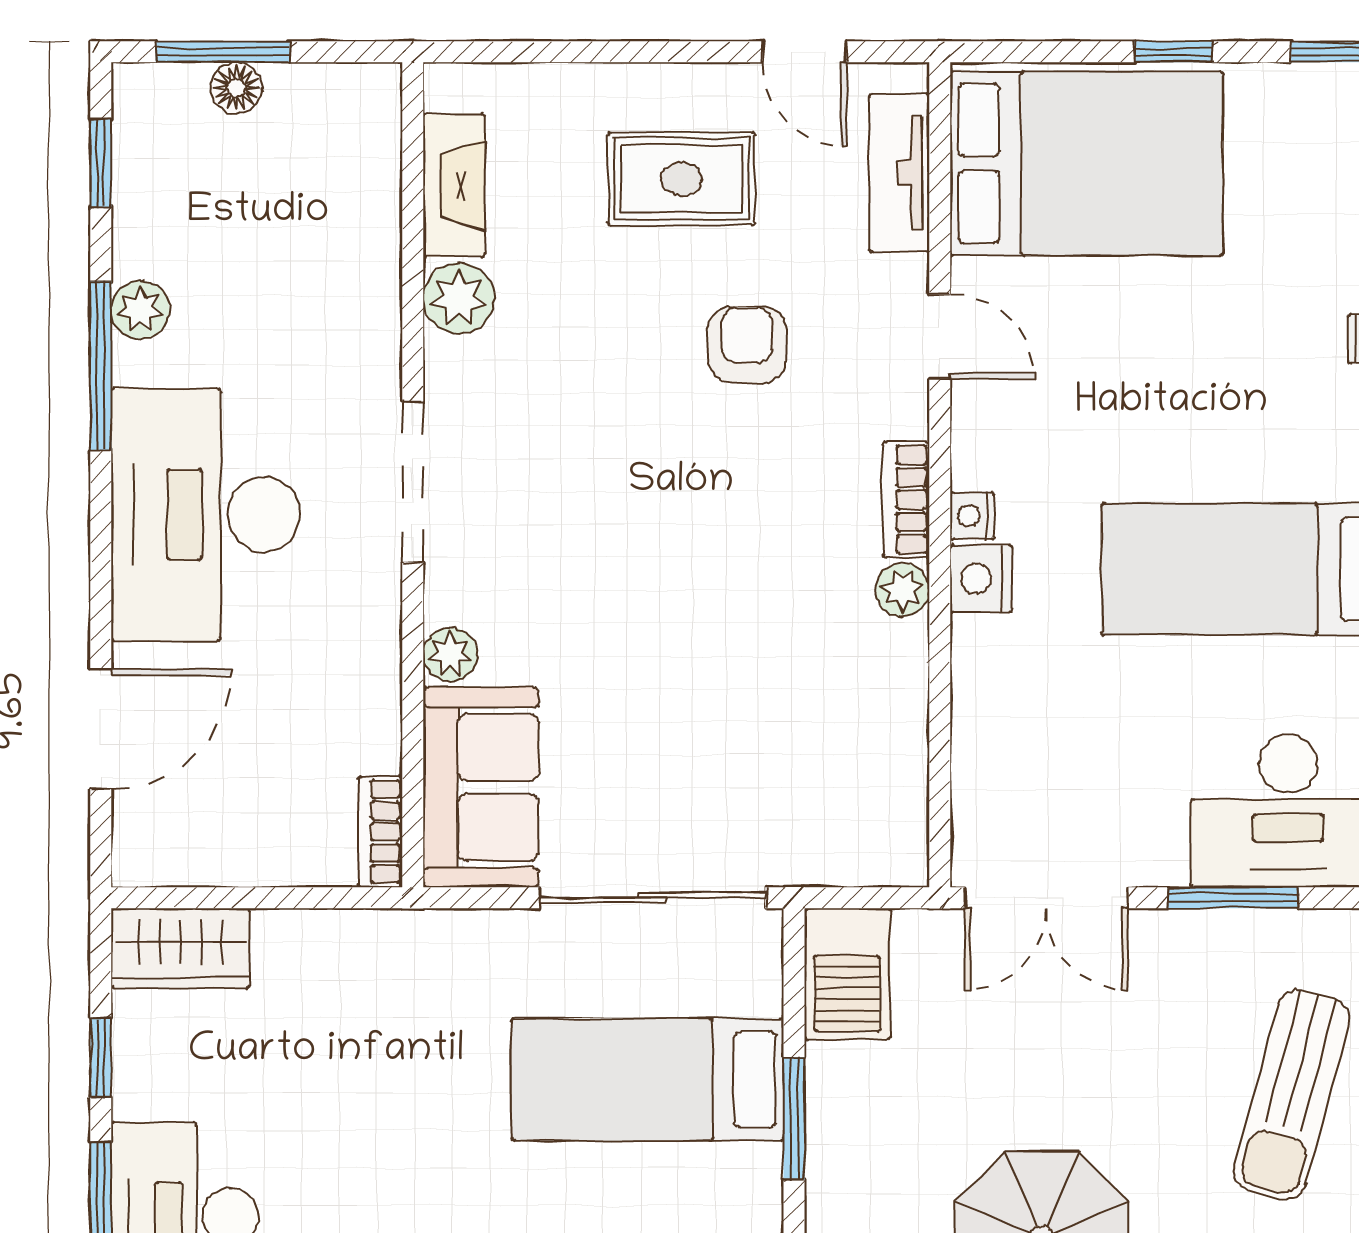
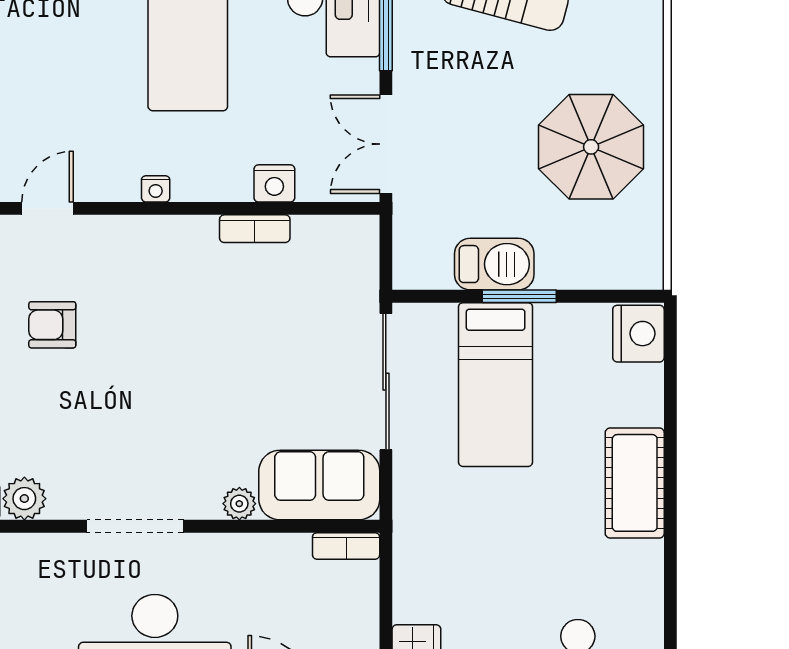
bookcase: (906, 500) -> (255, 229), moved
nightstand: (981, 578) -> (274, 183), moved
plant: (903, 590) -> (200, 231), removed
double door: (1046, 898) -> (386, 144), swing flipped
barbecue: (847, 974) -> (494, 264), moved

